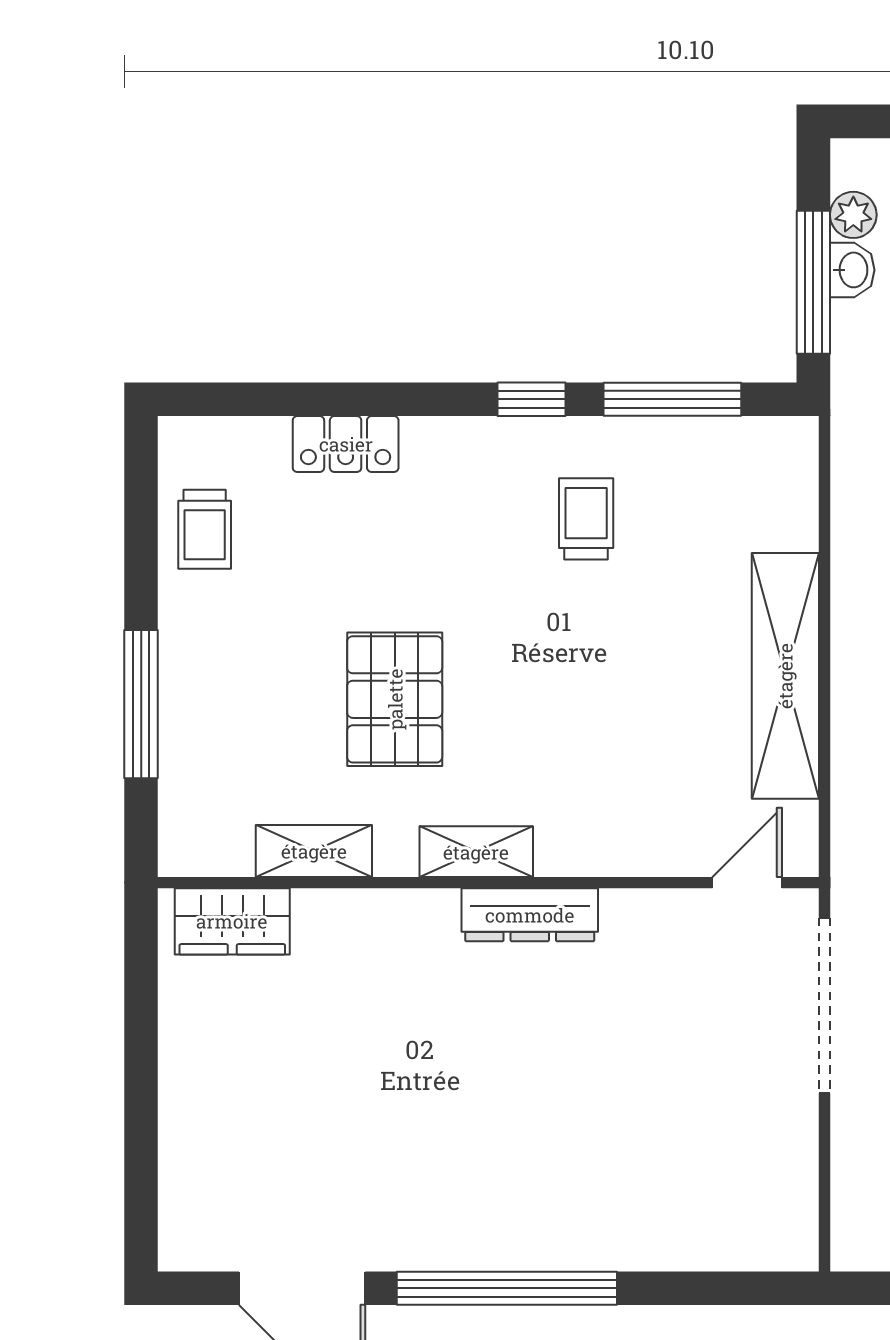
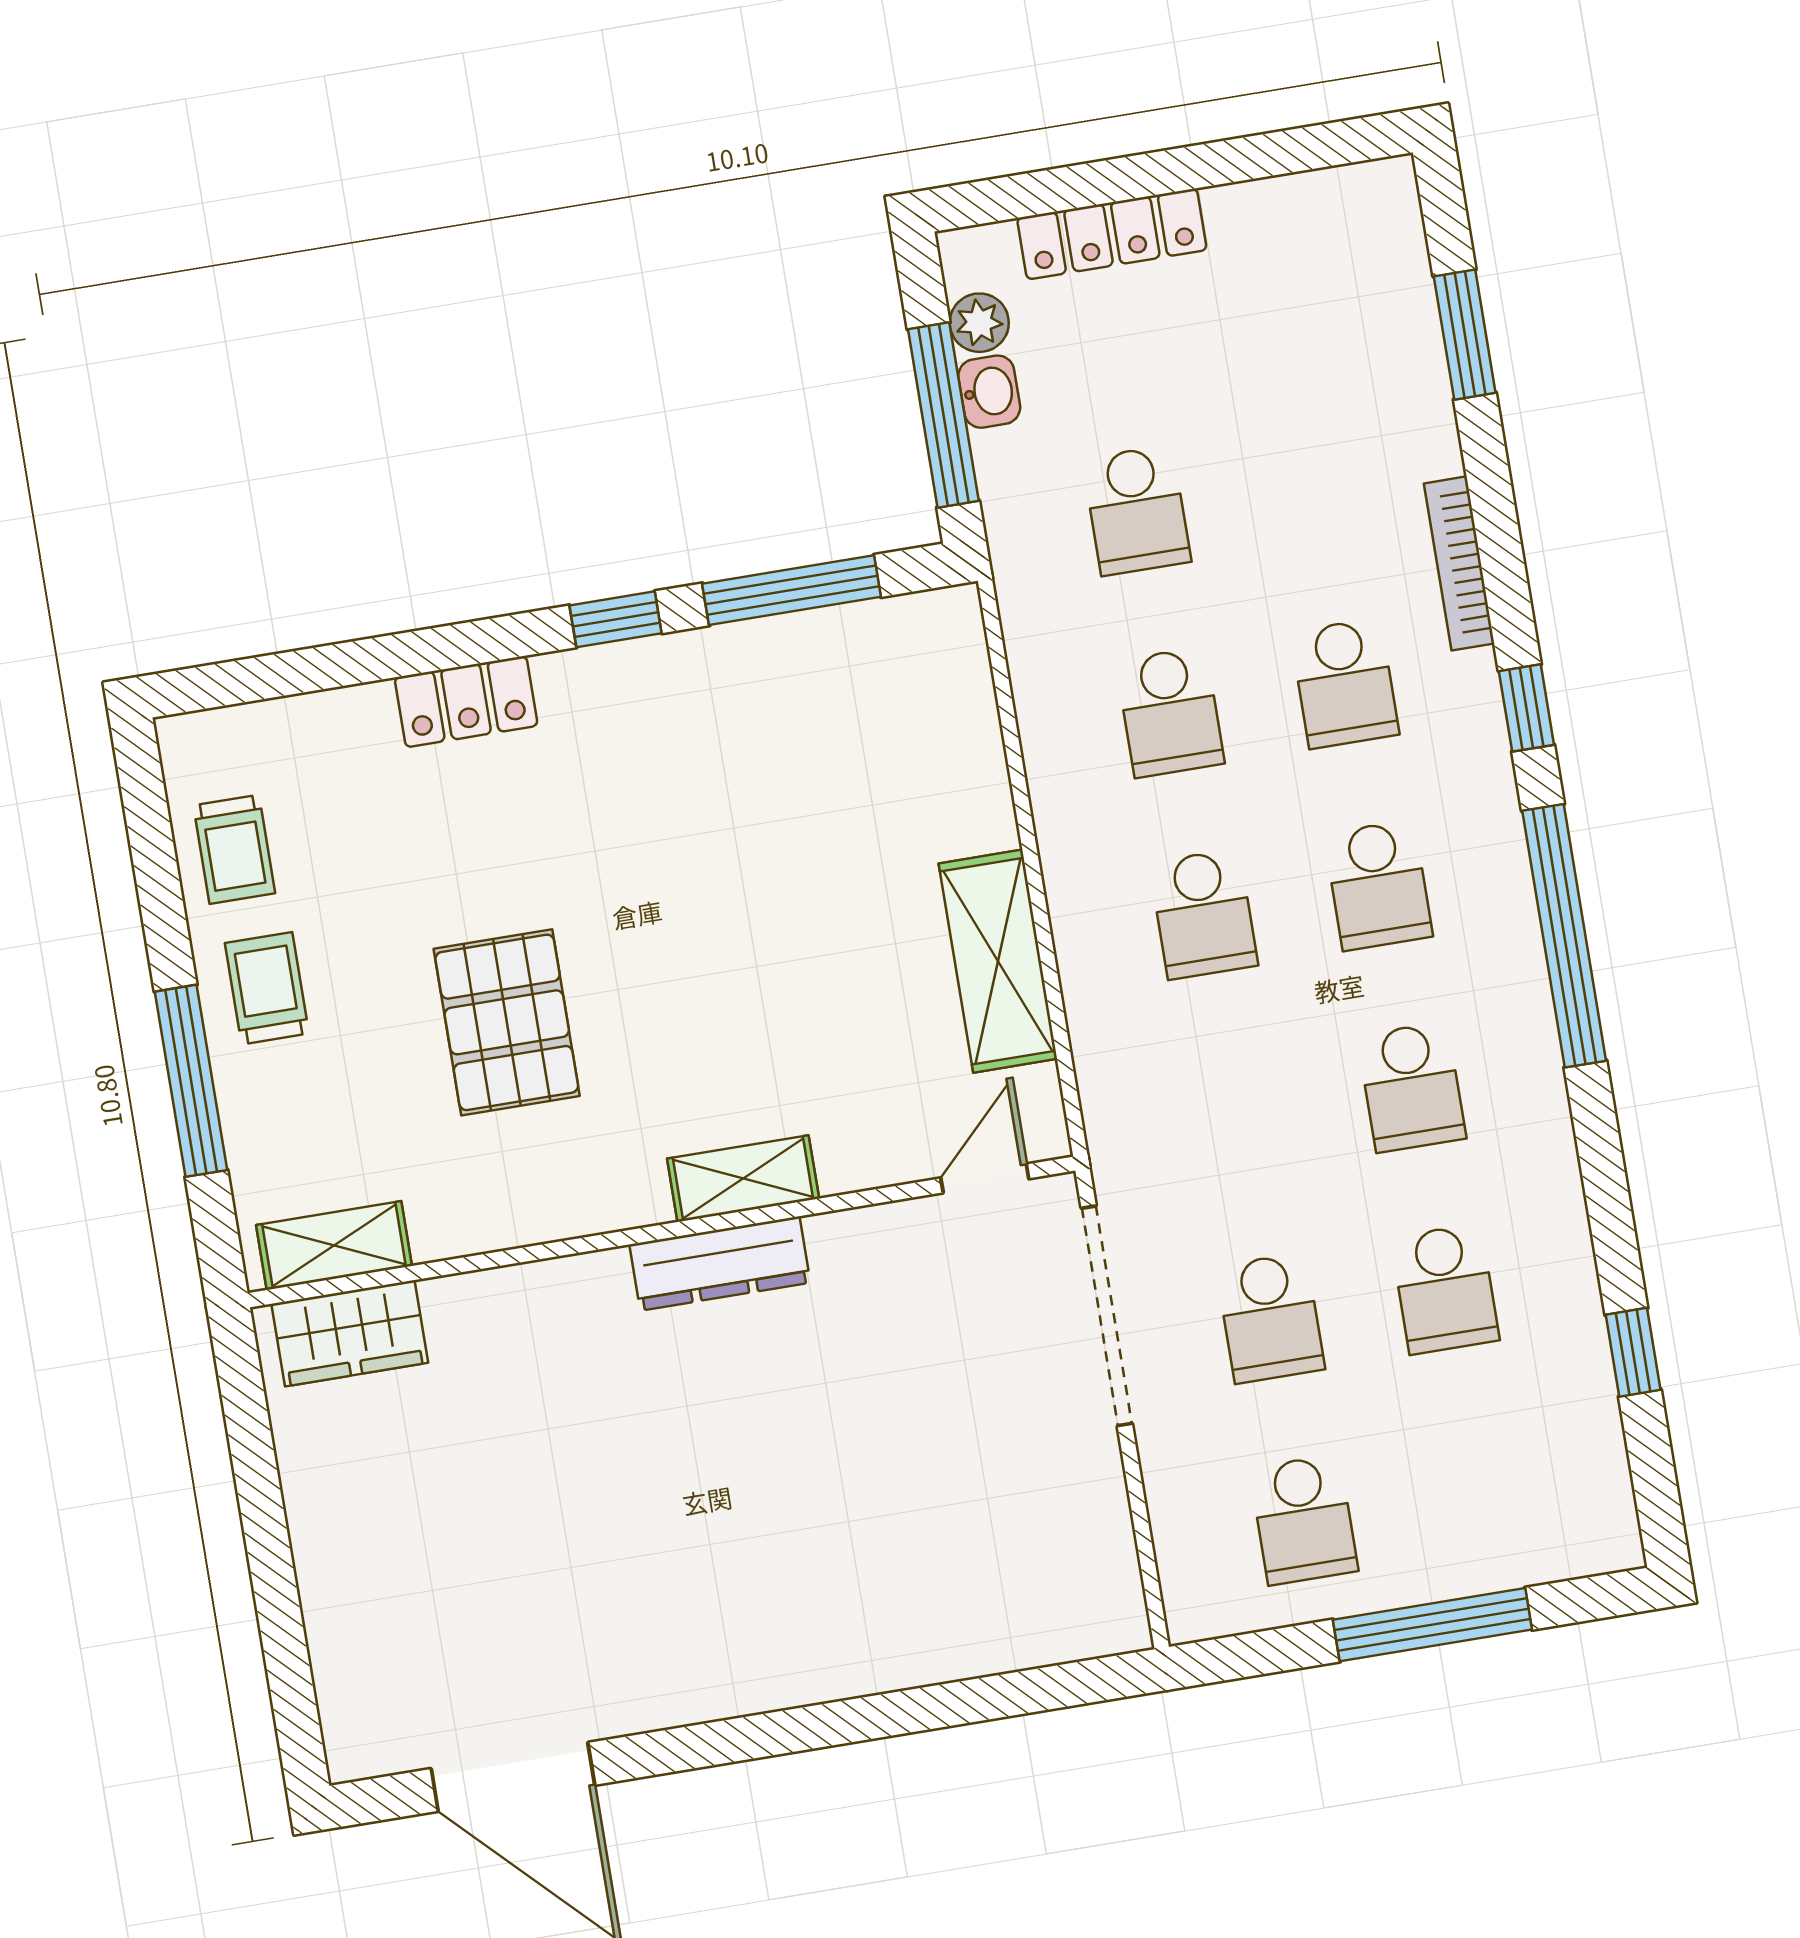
locker: (346, 444) -> (466, 702), moved
trolley: (586, 519) -> (267, 988), moved
shelving: (785, 676) -> (998, 961), width x0.68
shelving: (314, 851) -> (334, 1245), moved
shelving: (476, 852) -> (743, 1179), moved
window: (507, 1288) -> (768, 1735), removed

